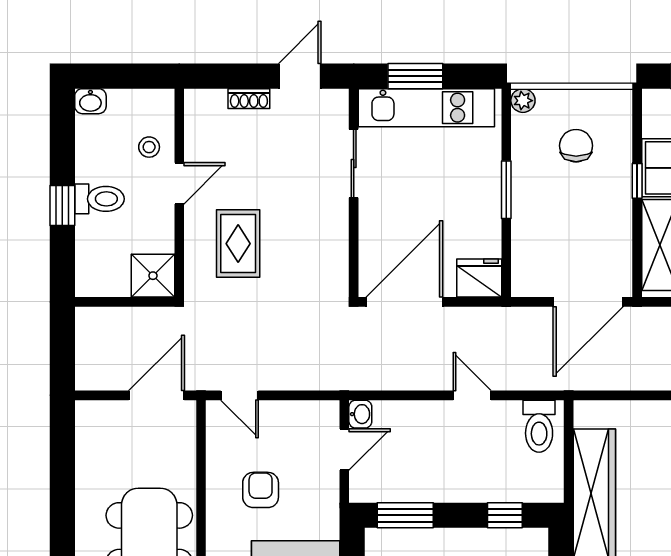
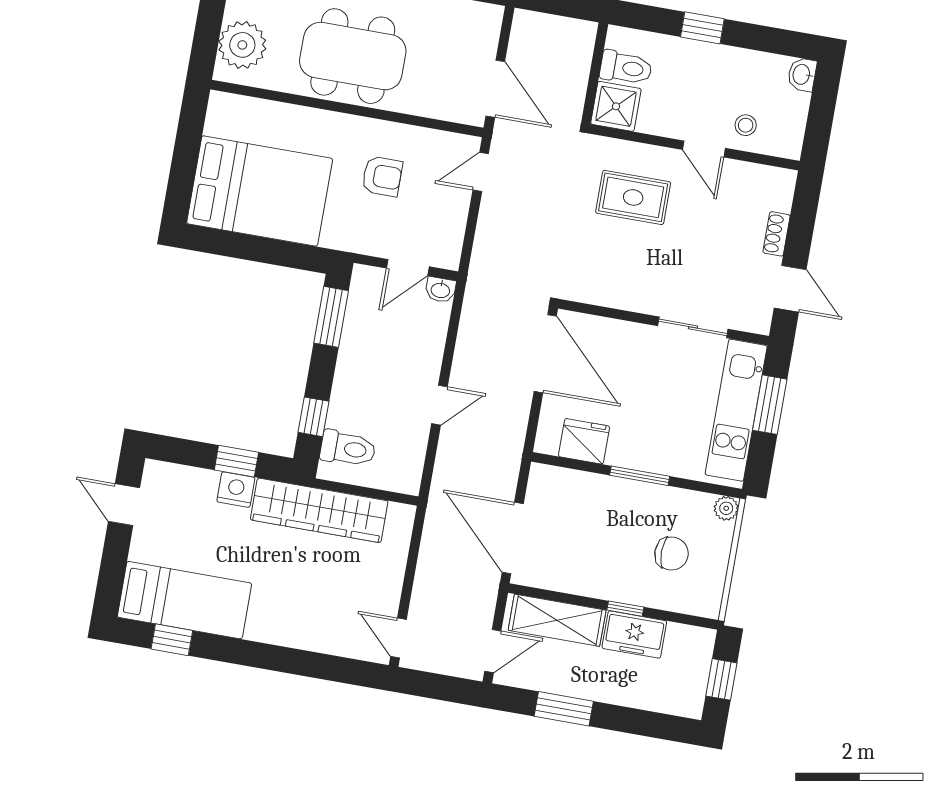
toilet: (99, 199) -> (626, 68), moved, turned -90
fridge: (479, 278) -> (584, 441), moved, turned -90
toilet: (539, 426) -> (348, 449), moved, turned 180
door: (344, 450) -> (408, 267), hinge flipped

